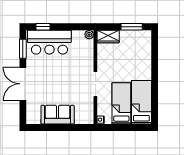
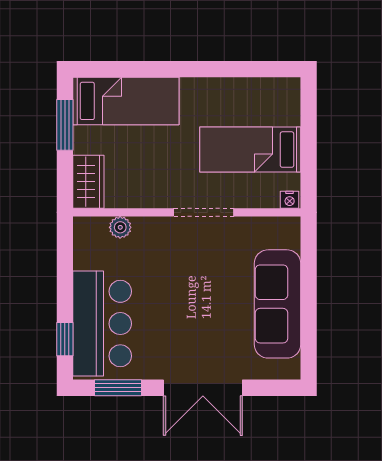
plant: (89, 35) -> (120, 227), moved
bed: (141, 102) -> (126, 101), moved, turned 180
sofa: (58, 115) -> (277, 304), width x1.36

